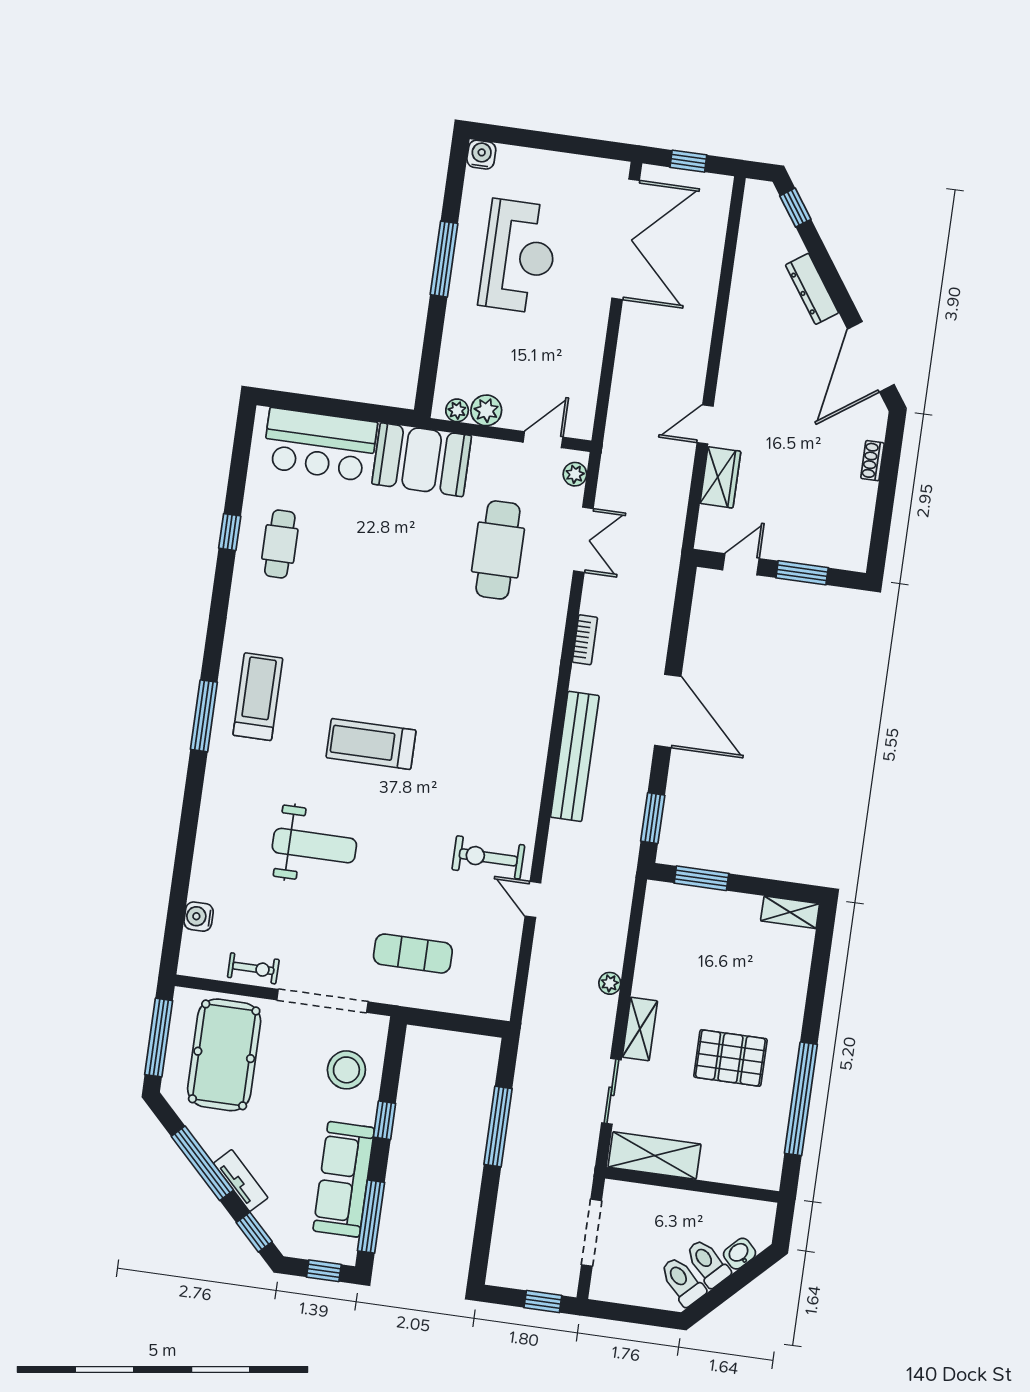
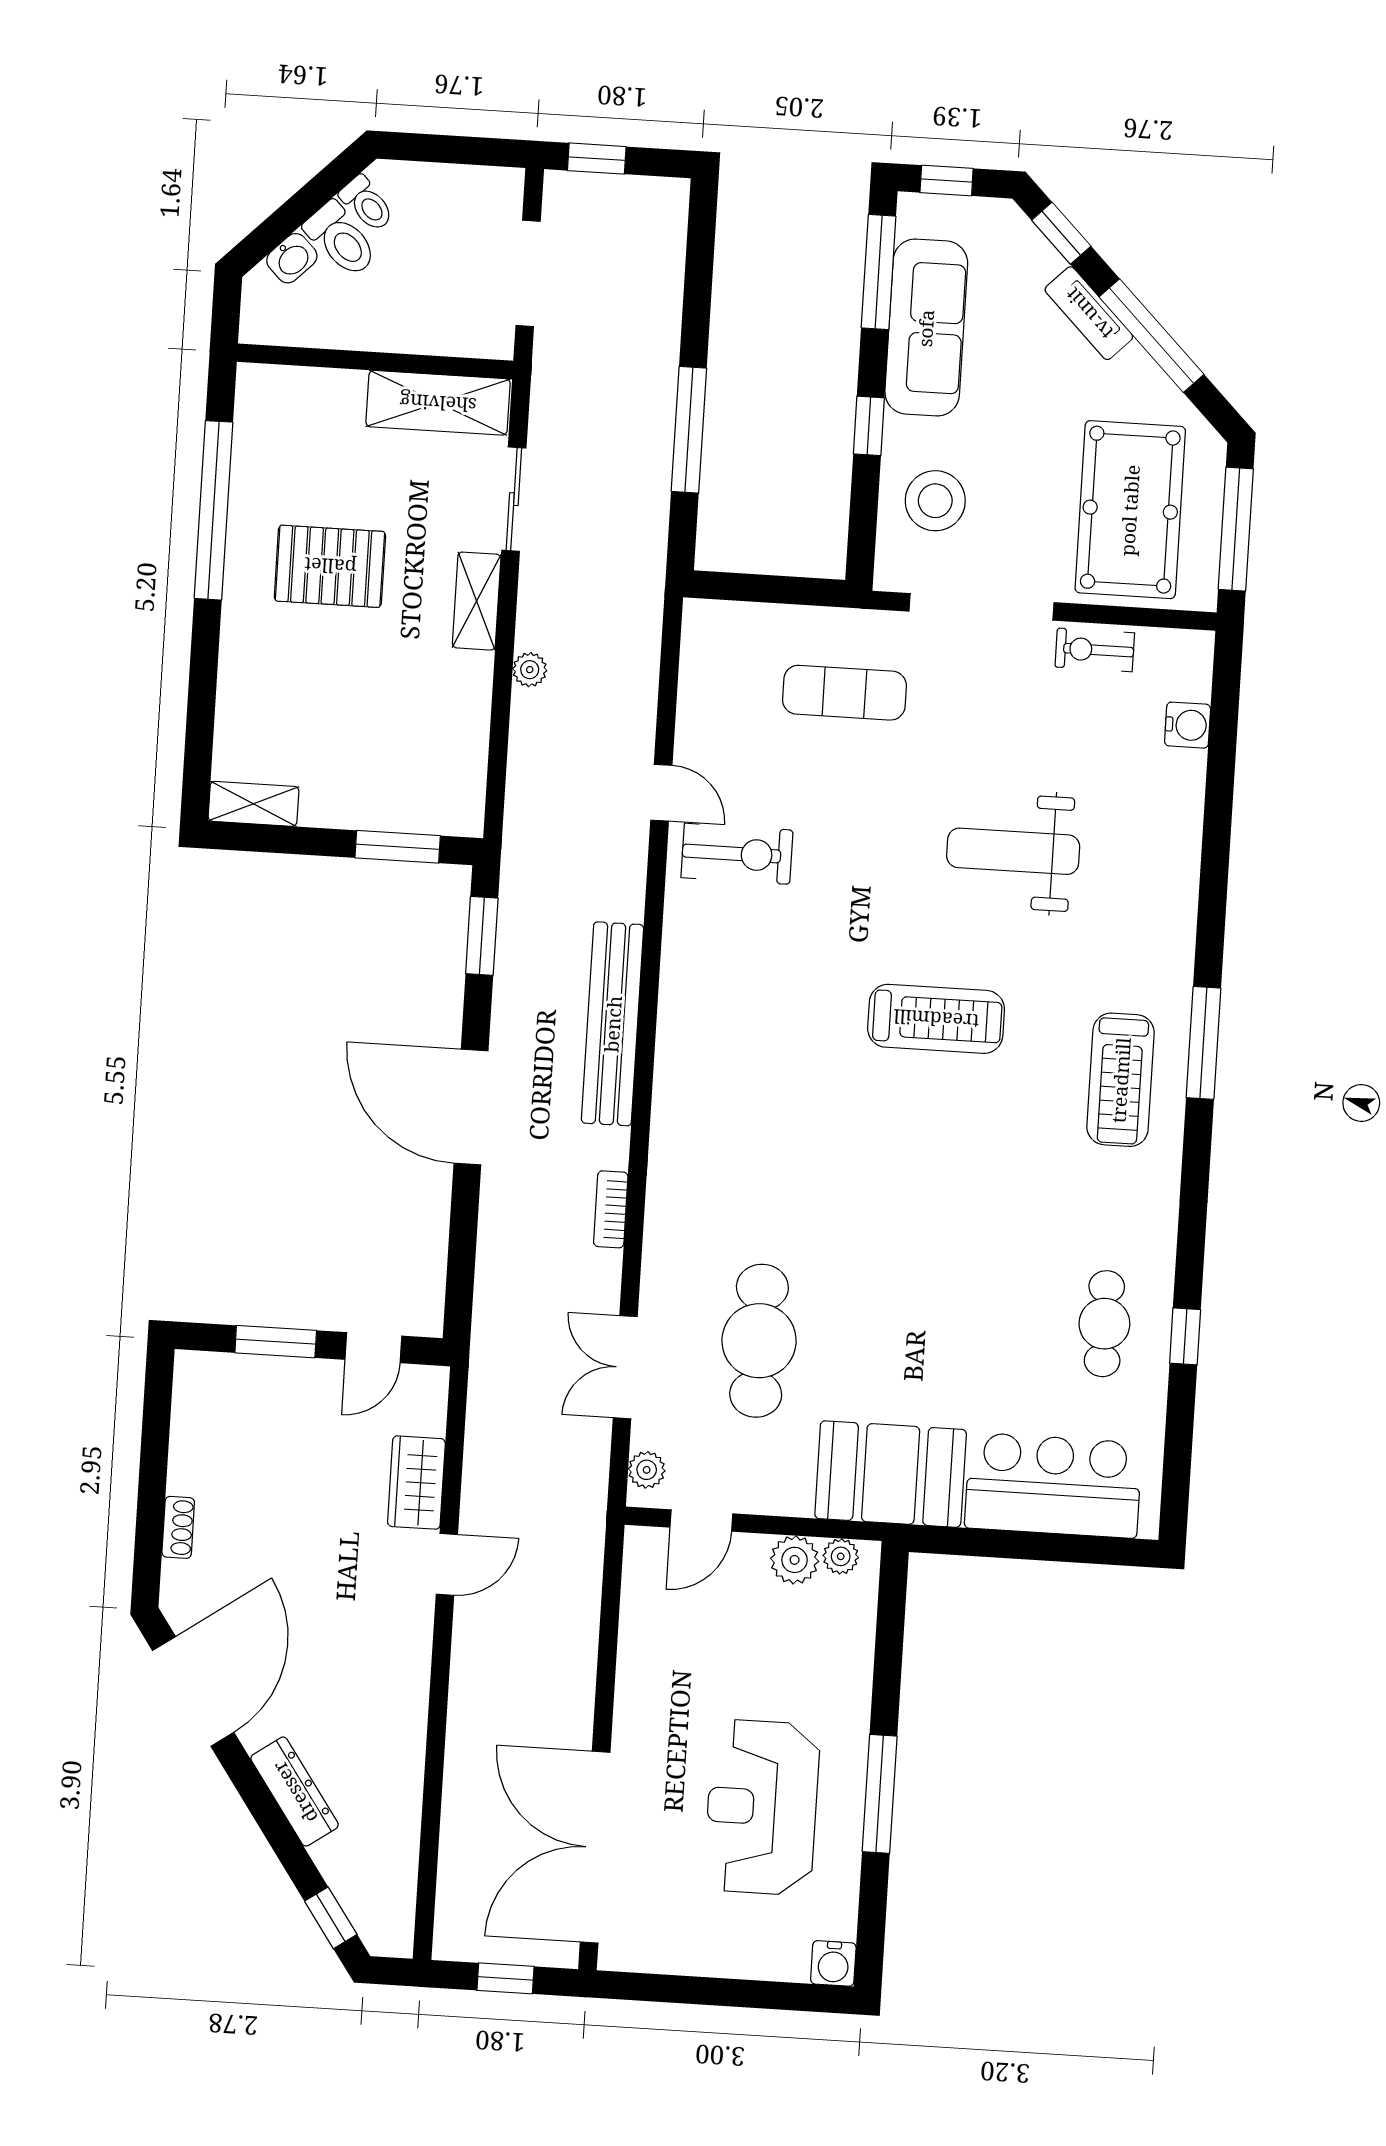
toilet: (682, 1281) -> (367, 204), width x0.73, depth x0.72

